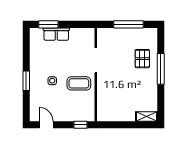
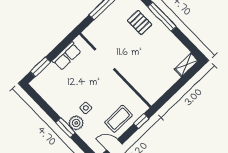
row of seats: (56, 34) -> (67, 56), moved
coffee table: (79, 83) -> (119, 119), moved
plant: (36, 84) -> (76, 123), added

